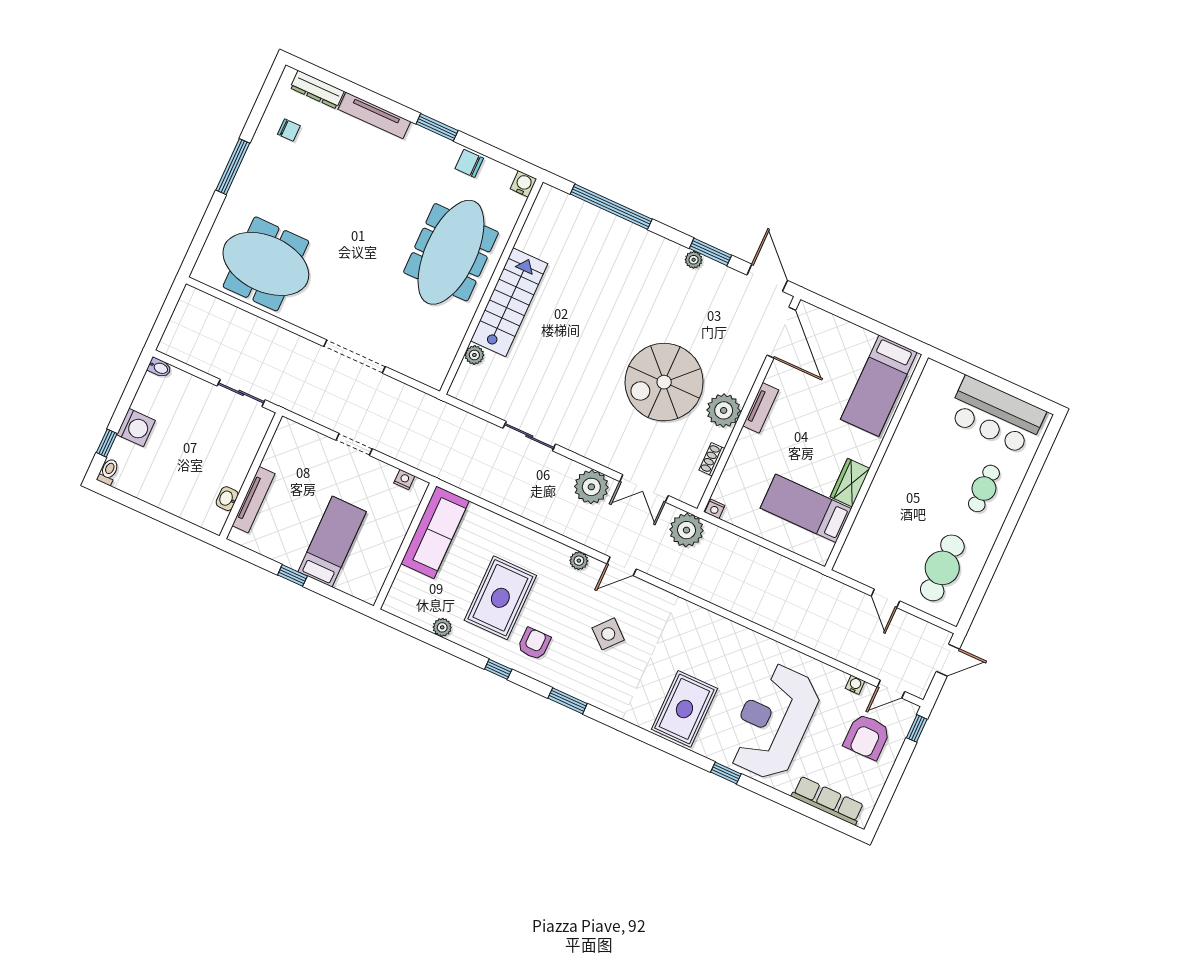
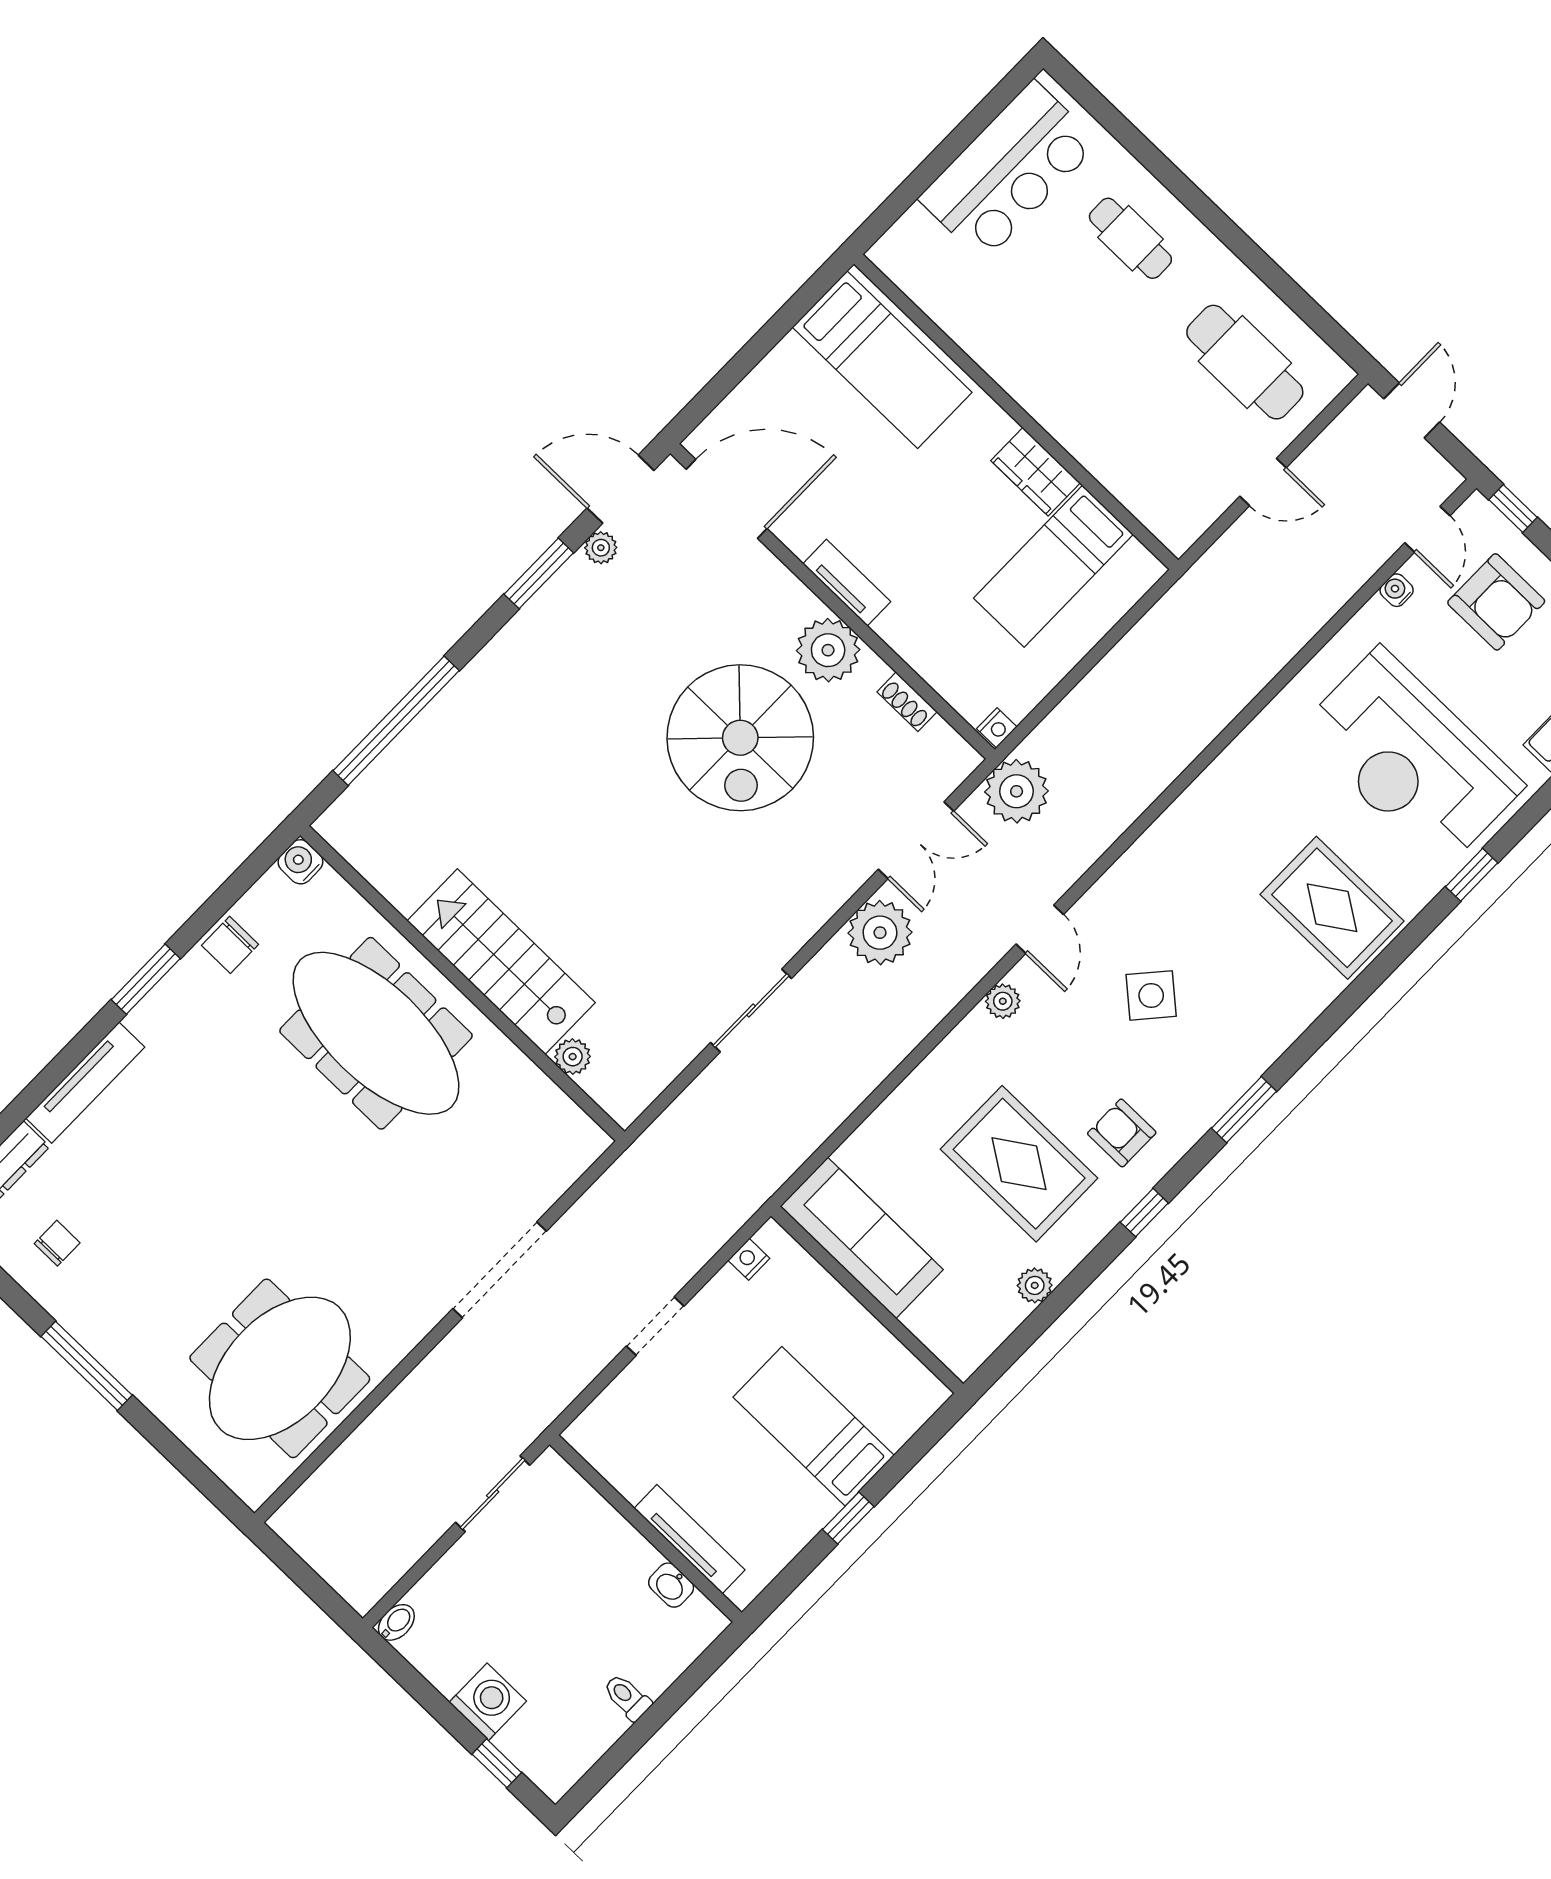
plant: (694, 260) -> (601, 548), moved
toilet: (108, 472) -> (627, 1697), moved

